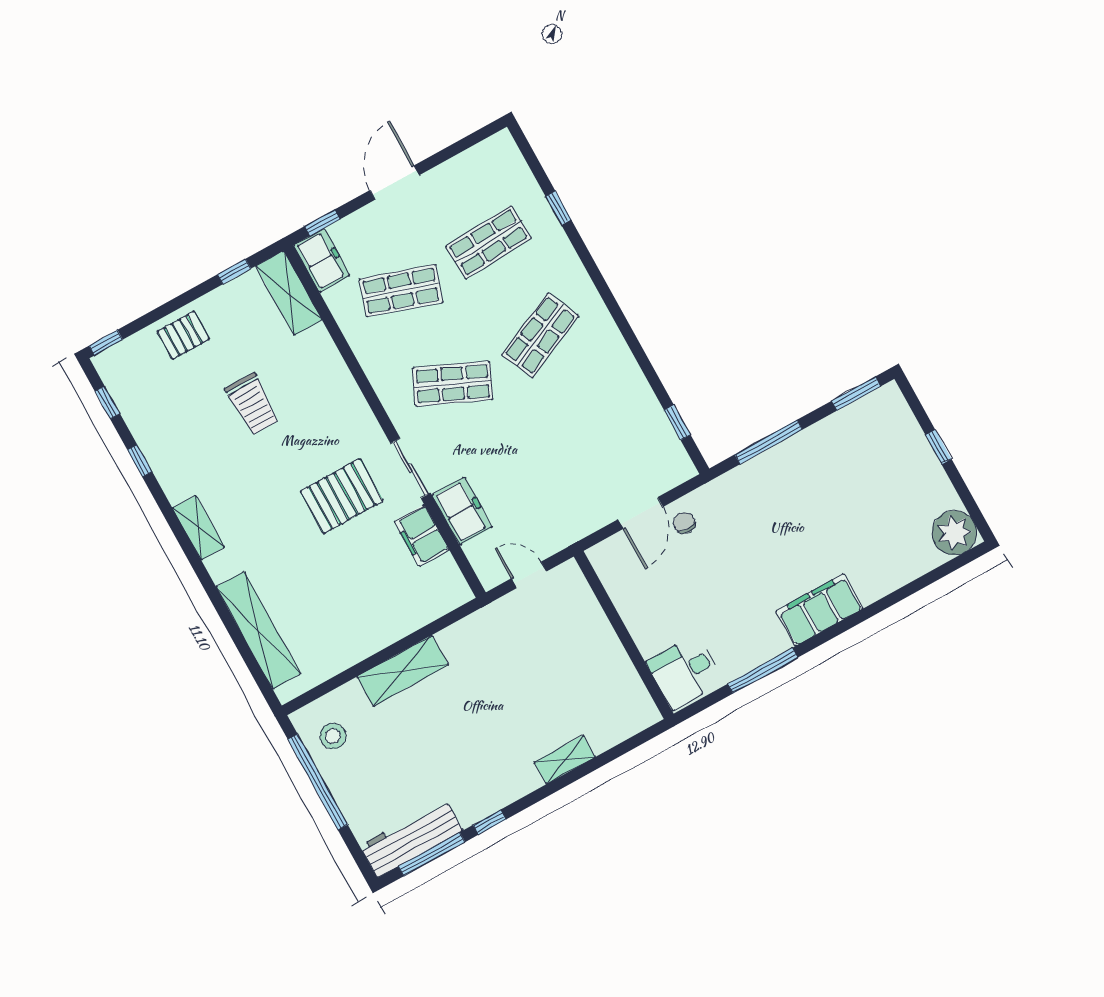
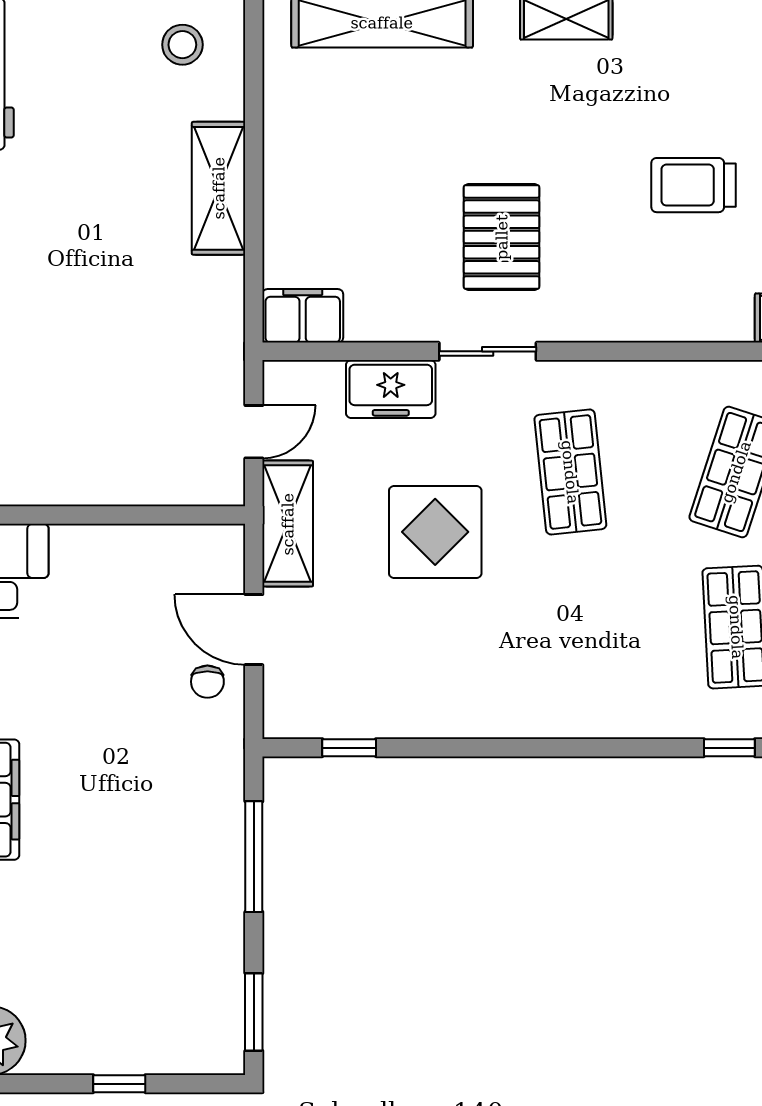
shop shelf: (540, 335) -> (570, 627), removed
shop shelf: (453, 384) -> (570, 472), turned -30
display table: (529, 441) -> (435, 532), added
chair: (684, 523) -> (207, 682), turned 90
shelving: (570, 527) -> (288, 524), added
filing cabinet: (422, 536) -> (303, 316), moved

